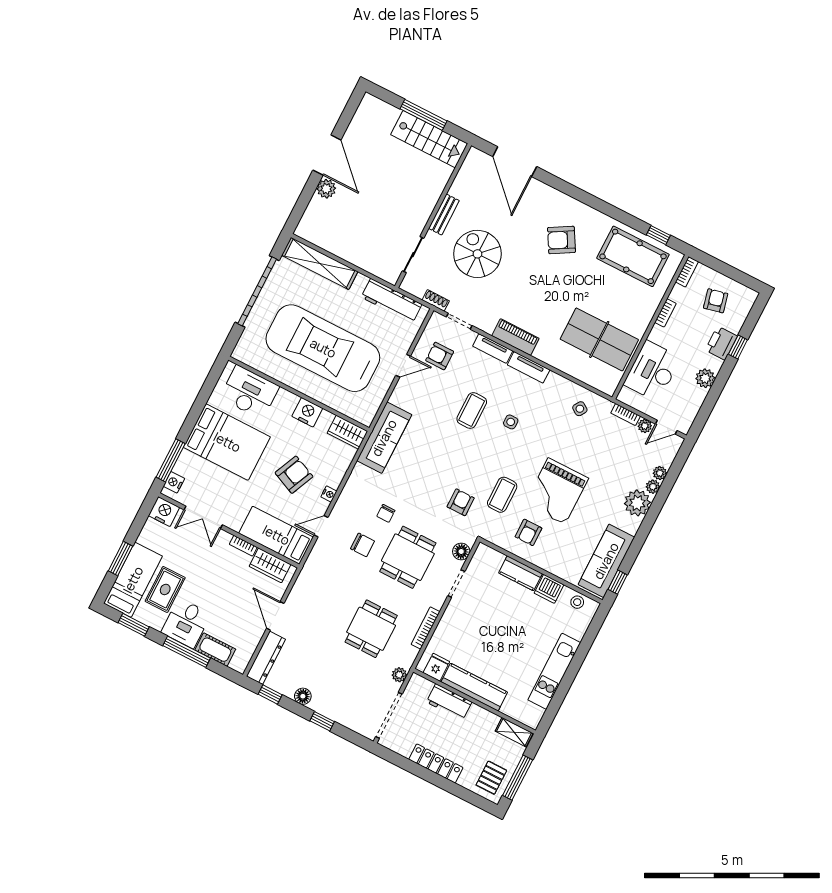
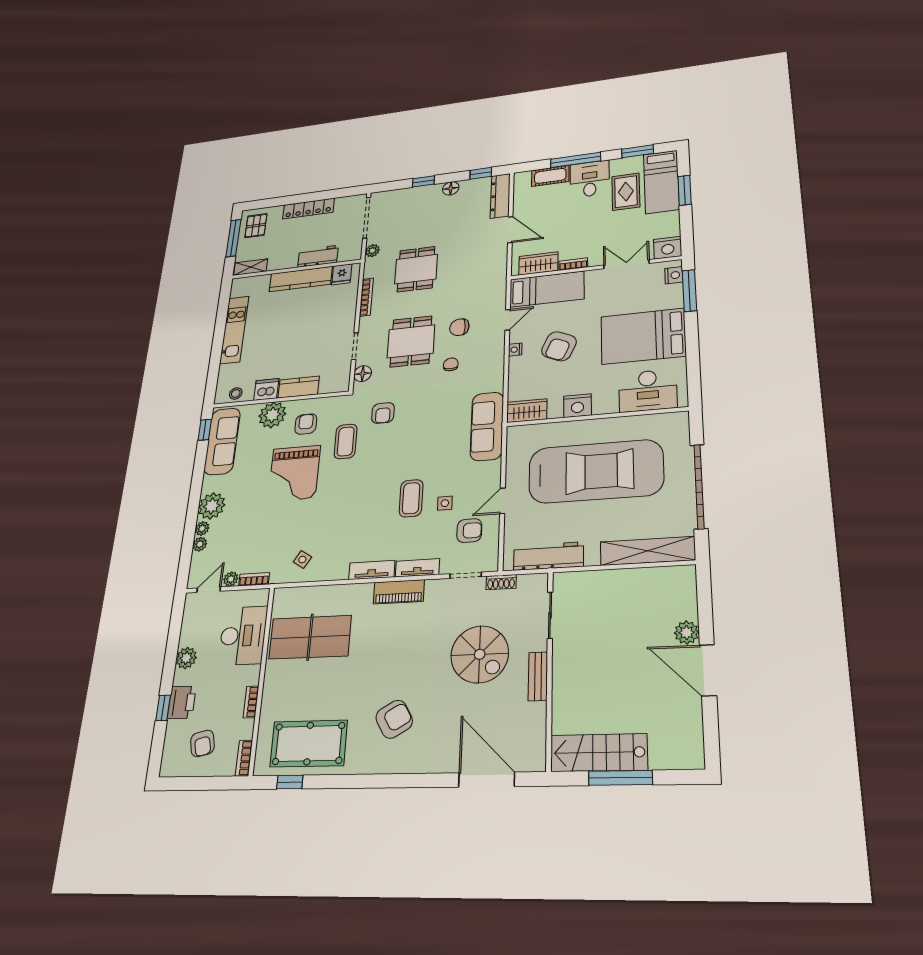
side table: (511, 422) -> (445, 503), moved
grand piano: (556, 491) -> (294, 473), turned 180
plant: (553, 560) -> (272, 415), added

